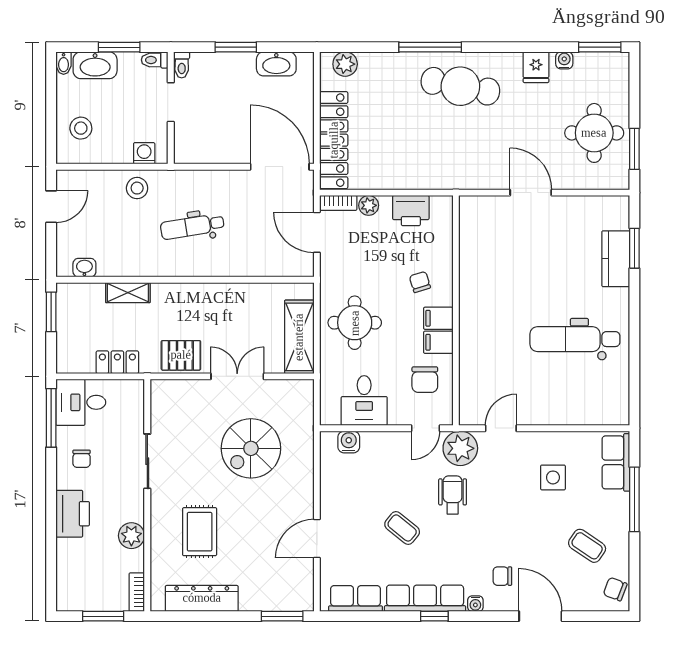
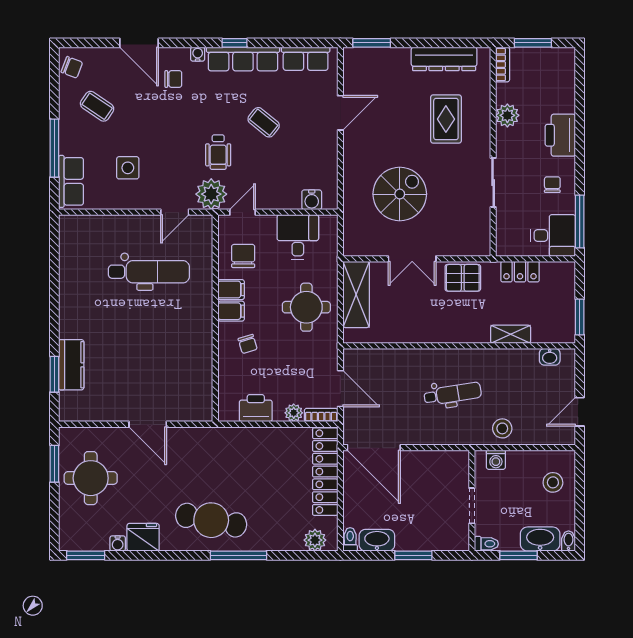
toilet: (182, 65) -> (350, 539), moved
fridge: (536, 67) -> (143, 537), width x1.38
dental chair: (575, 339) -> (149, 272), moved

